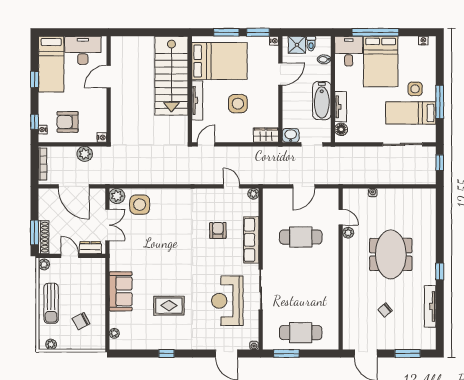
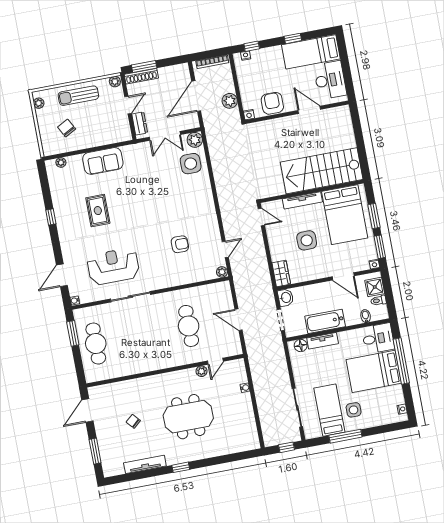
armchair: (68, 122) -> (272, 103), moved
row of seats: (251, 240) -> (177, 278), removed

